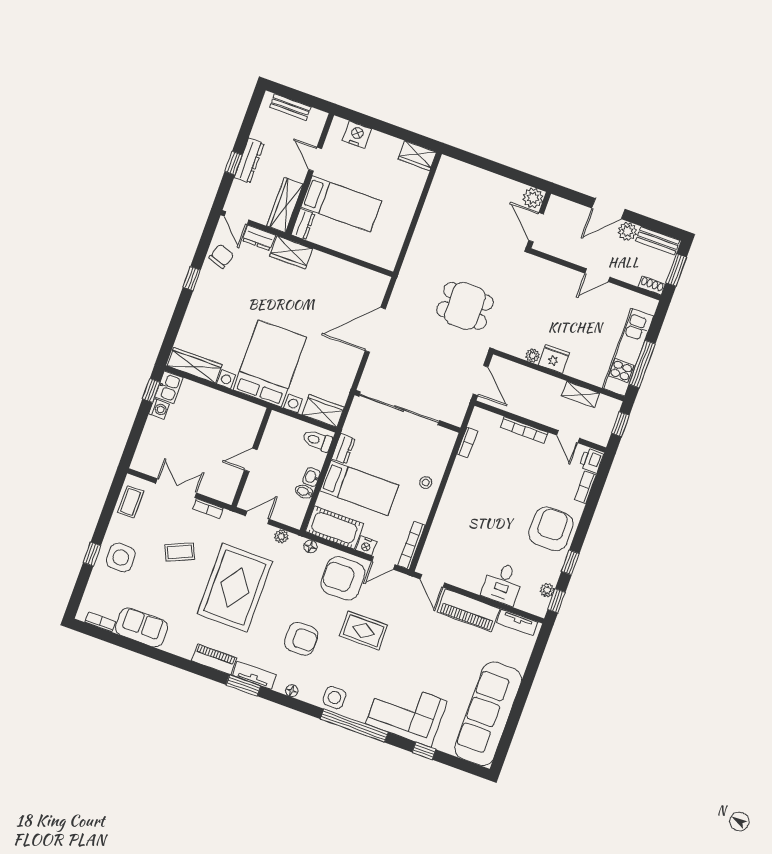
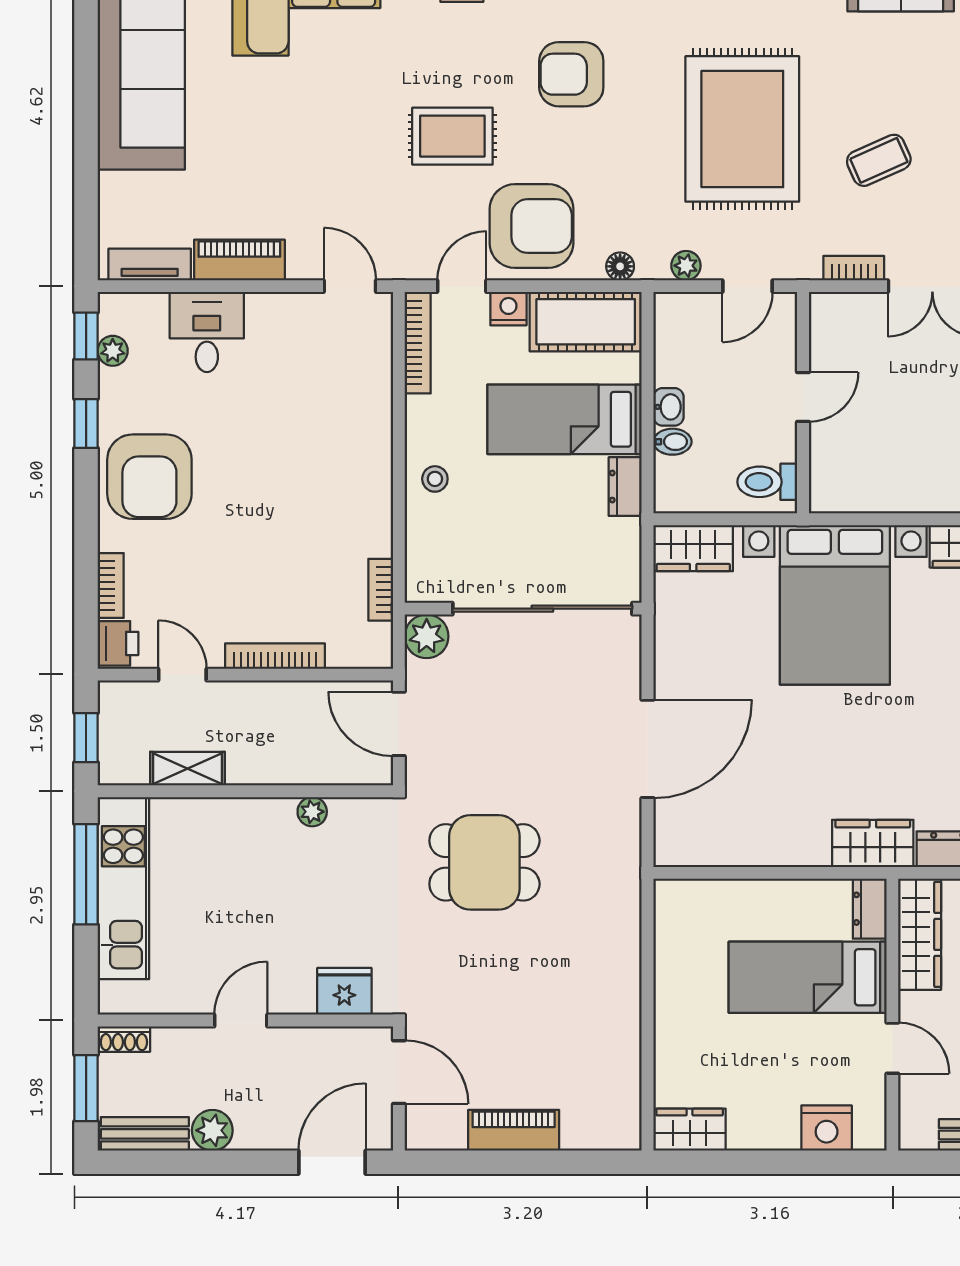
piano: (495, 183) -> (514, 1130), added
plant: (533, 198) -> (427, 636), moved
door: (608, 209) -> (332, 1162), moved
fridge: (554, 359) -> (344, 991), moved, turned 180
toilet: (317, 441) -> (767, 482), moved, turned 180
bidet: (304, 492) -> (672, 442), moved
piano: (469, 610) -> (239, 260), width x0.73, depth x0.75

